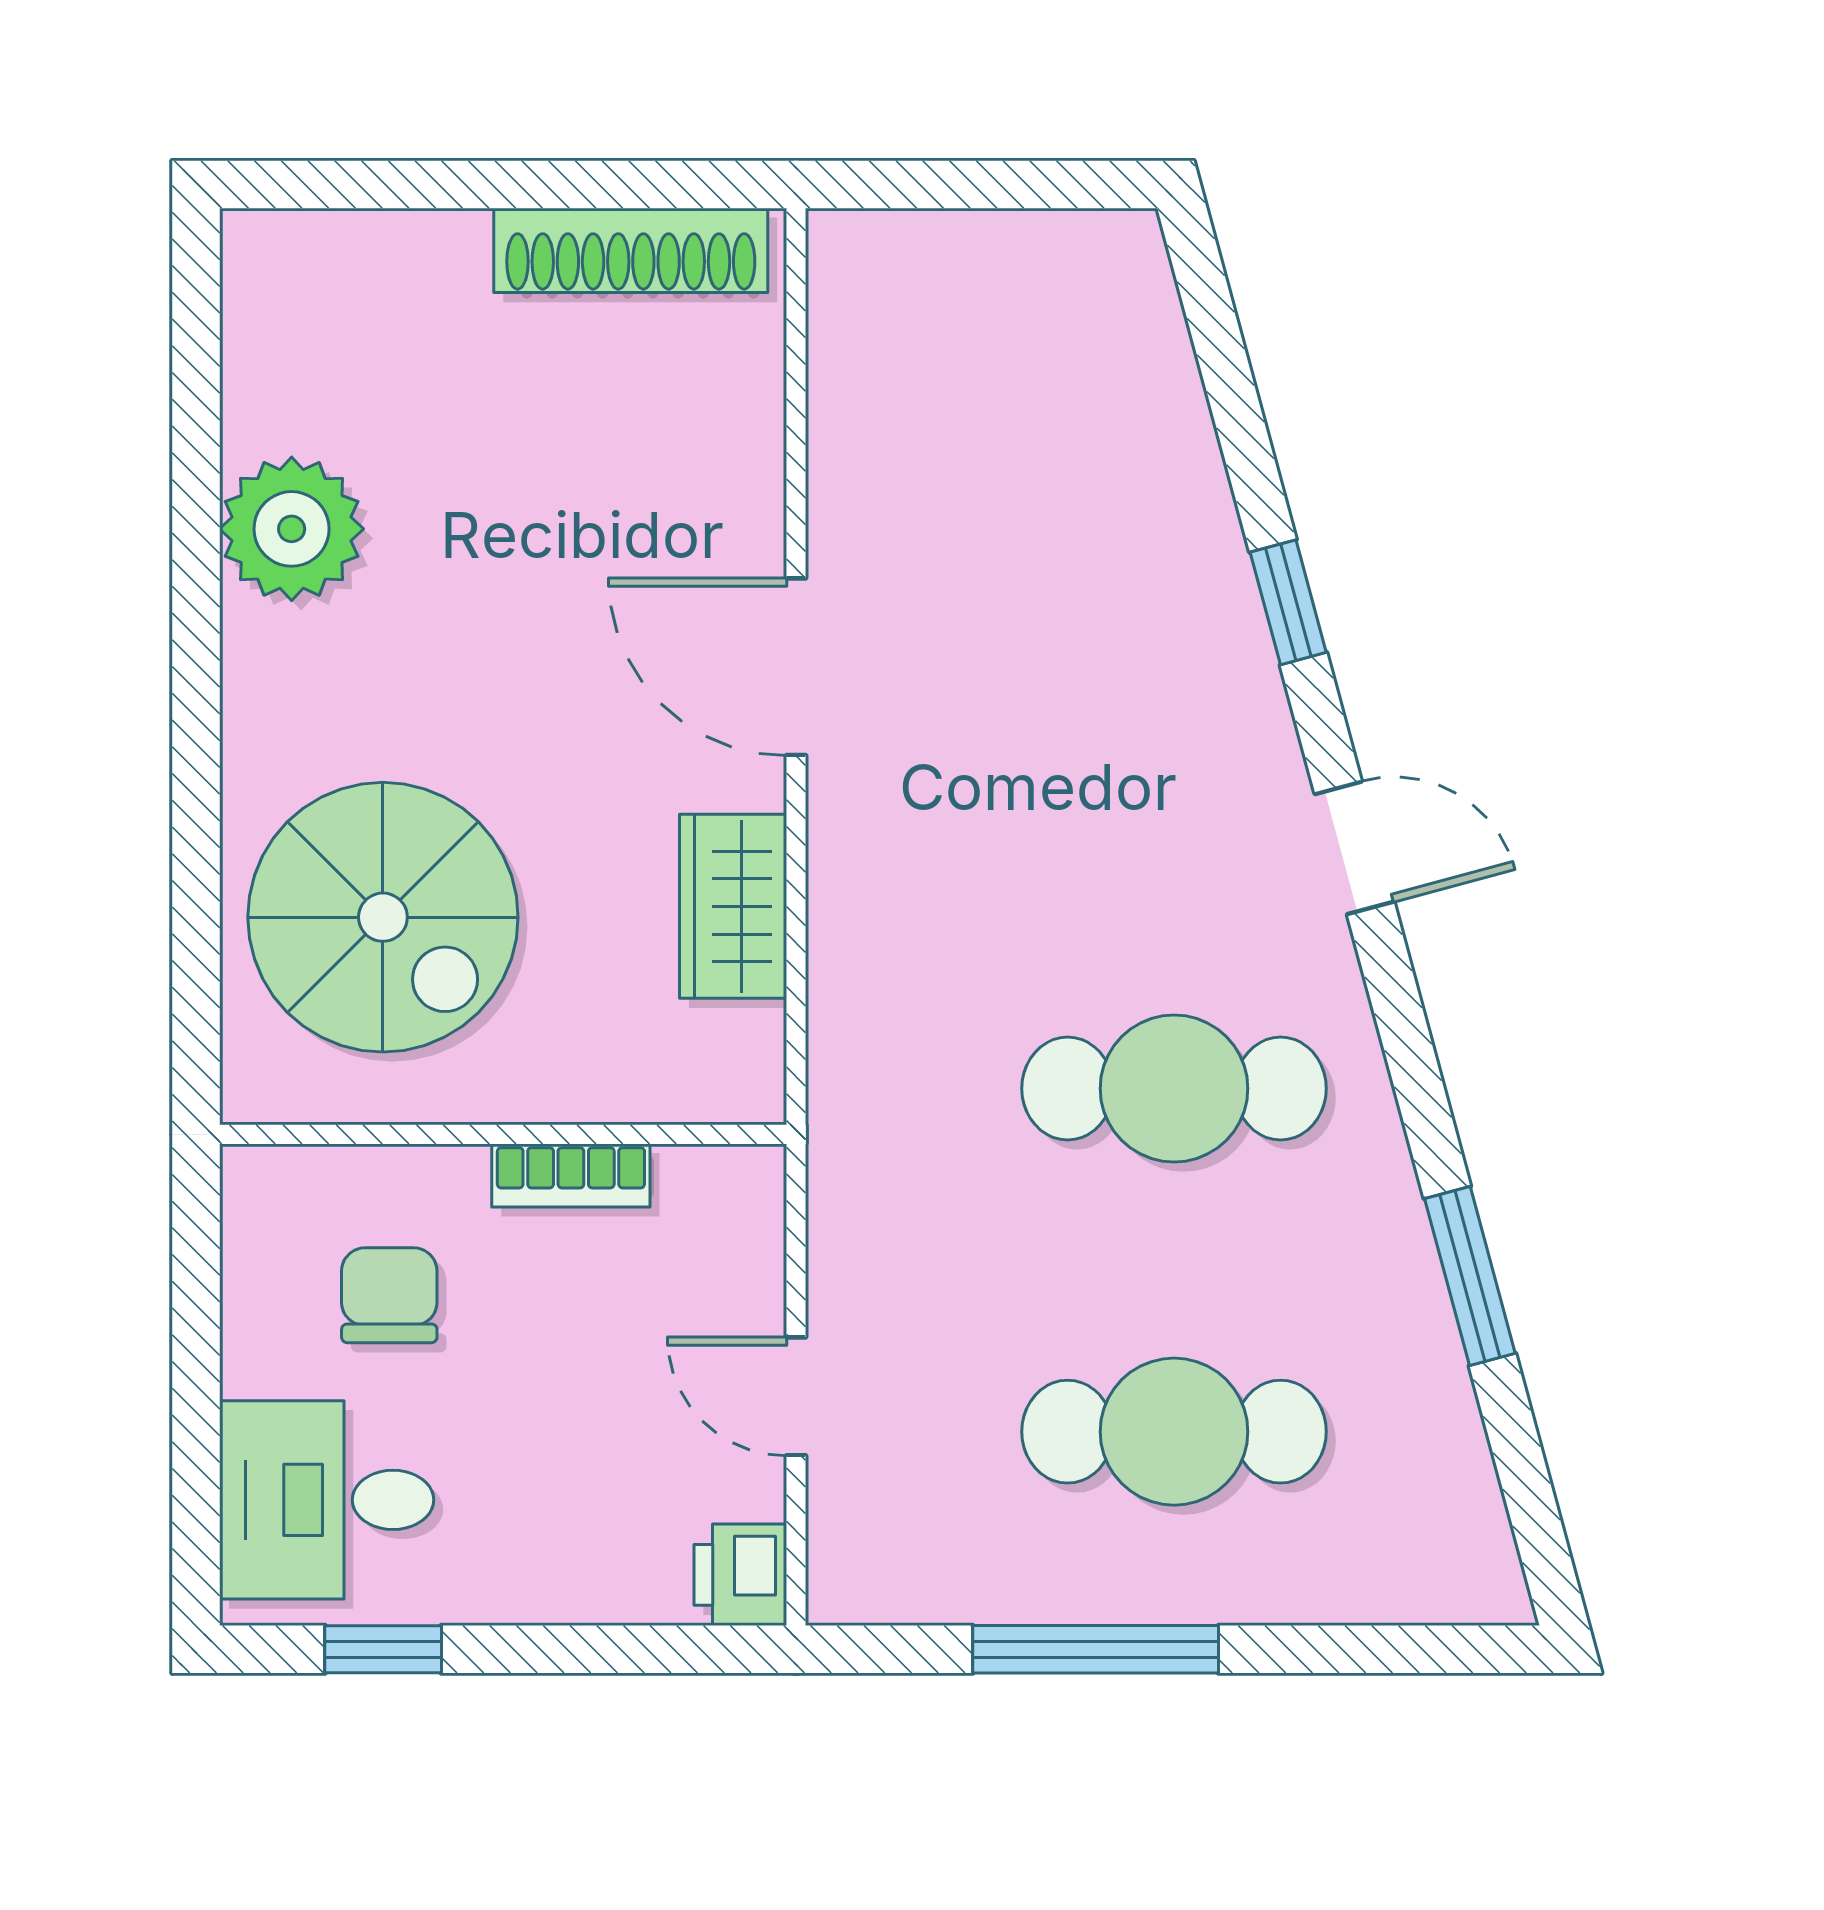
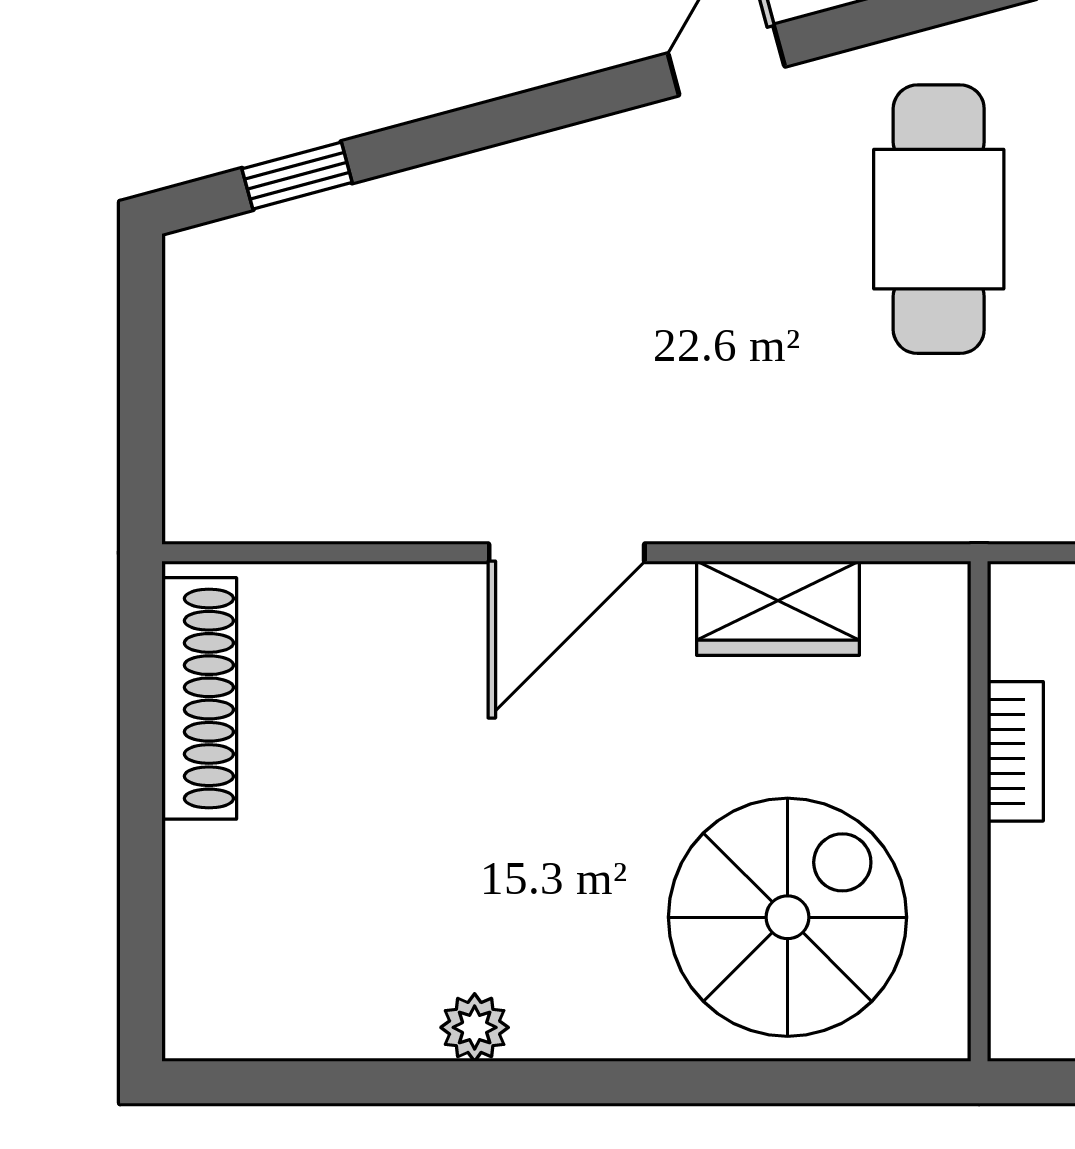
plant: (292, 529) -> (475, 1027), width x0.53, depth x0.53
window: (1288, 602) -> (297, 176), moved

